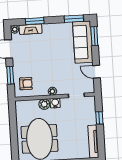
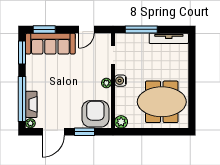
window: (35, 21) -> (22, 99), width x2.11
armchair: (26, 84) -> (95, 114), width x1.88, depth x1.88
plant: (44, 104) -> (121, 122), moved
window: (99, 118) -> (141, 29), width x2.17

